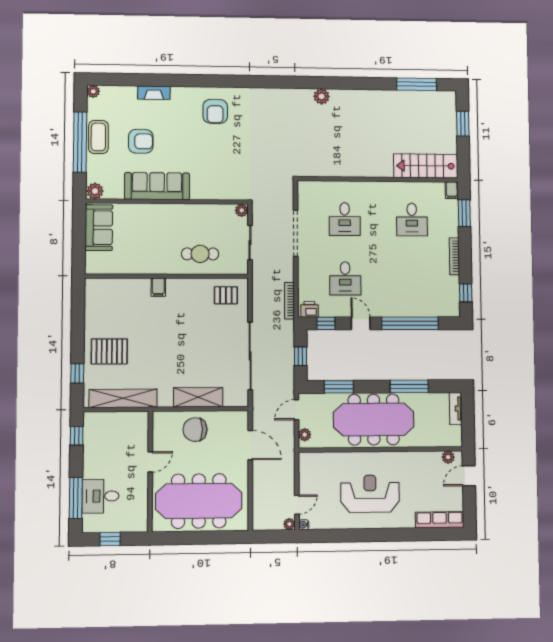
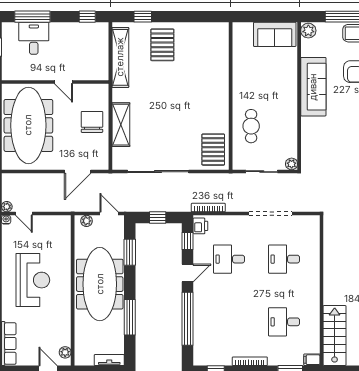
filing cabinet: (158, 287) -> (221, 88), removed
pallet: (226, 295) -> (213, 150), width x1.50, depth x1.42

